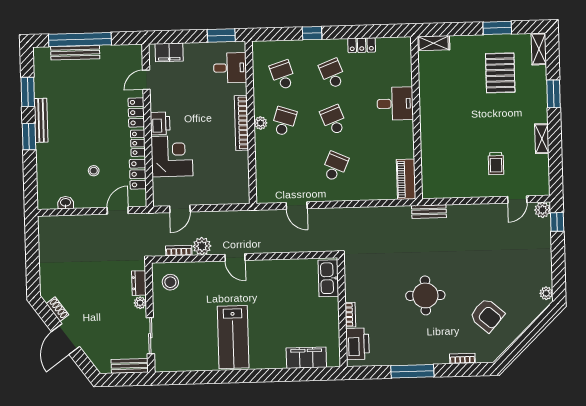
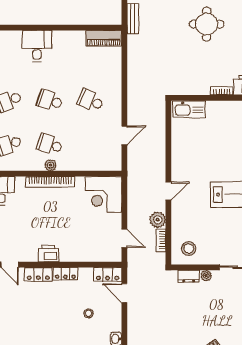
school desk: (334, 120) -> (50, 101), turned 39
corner desk: (172, 156) -> (104, 194), moved, turned -90
locker: (138, 174) -> (108, 274), moved

